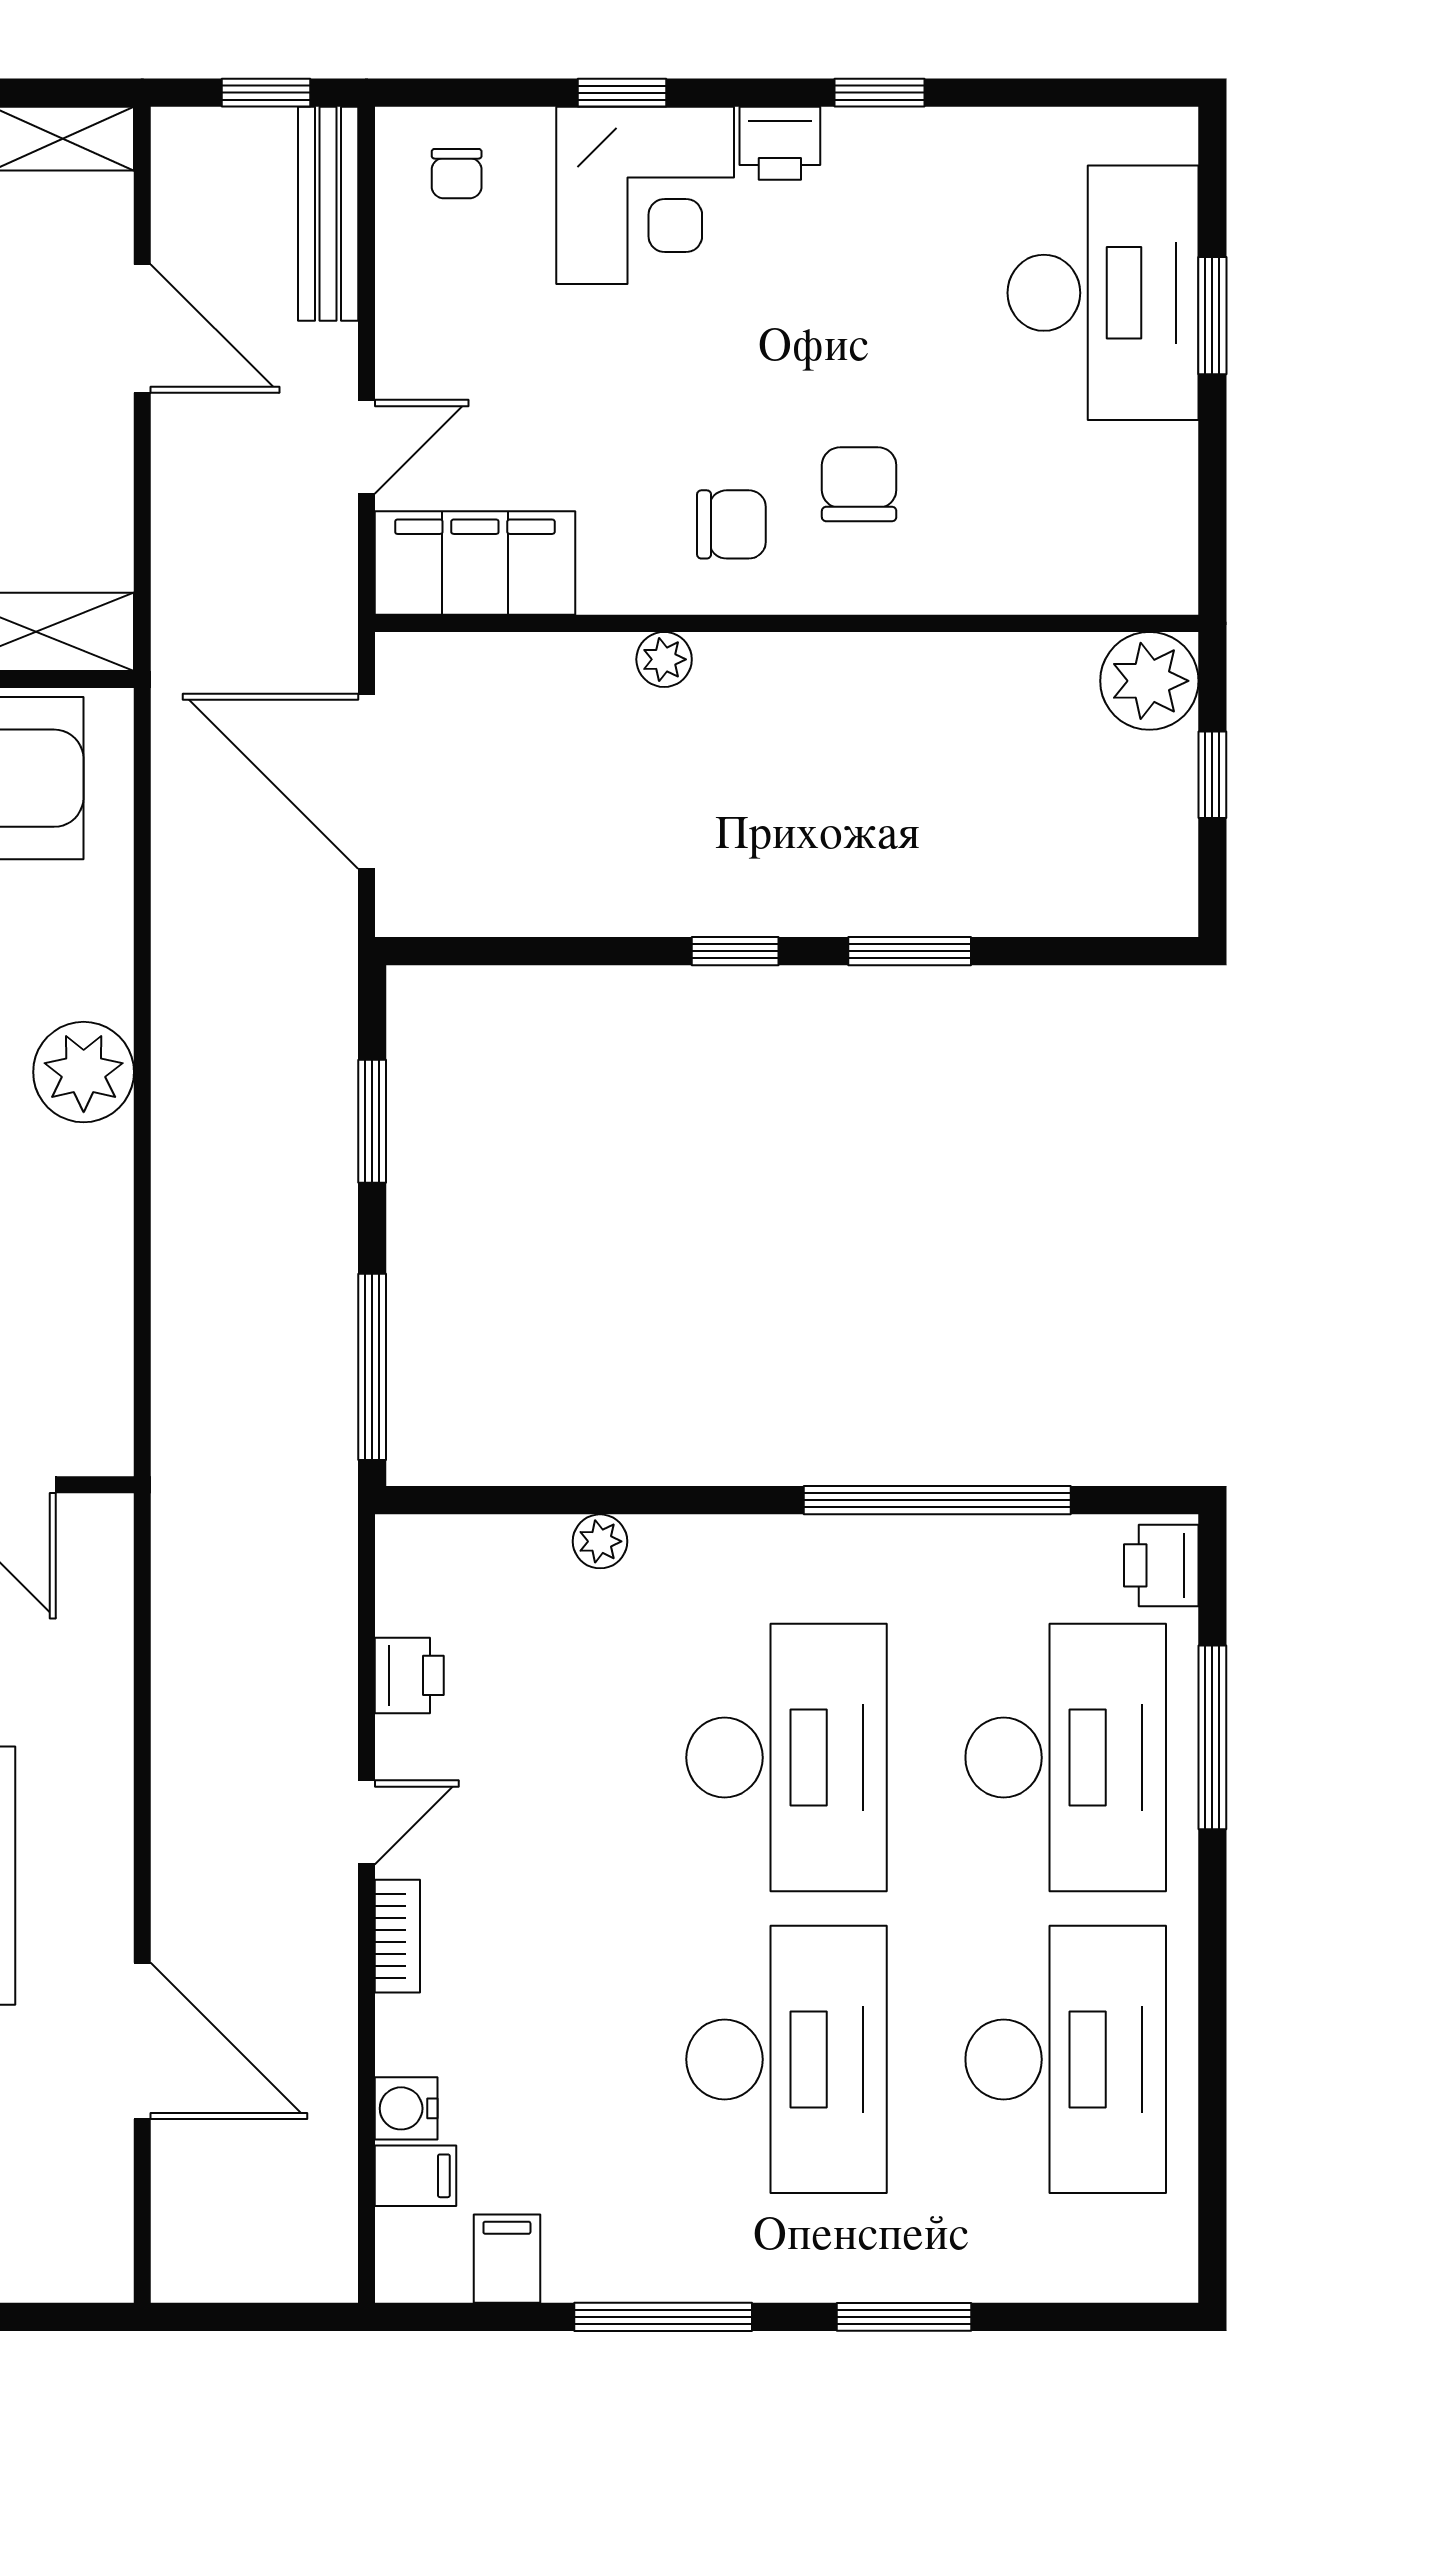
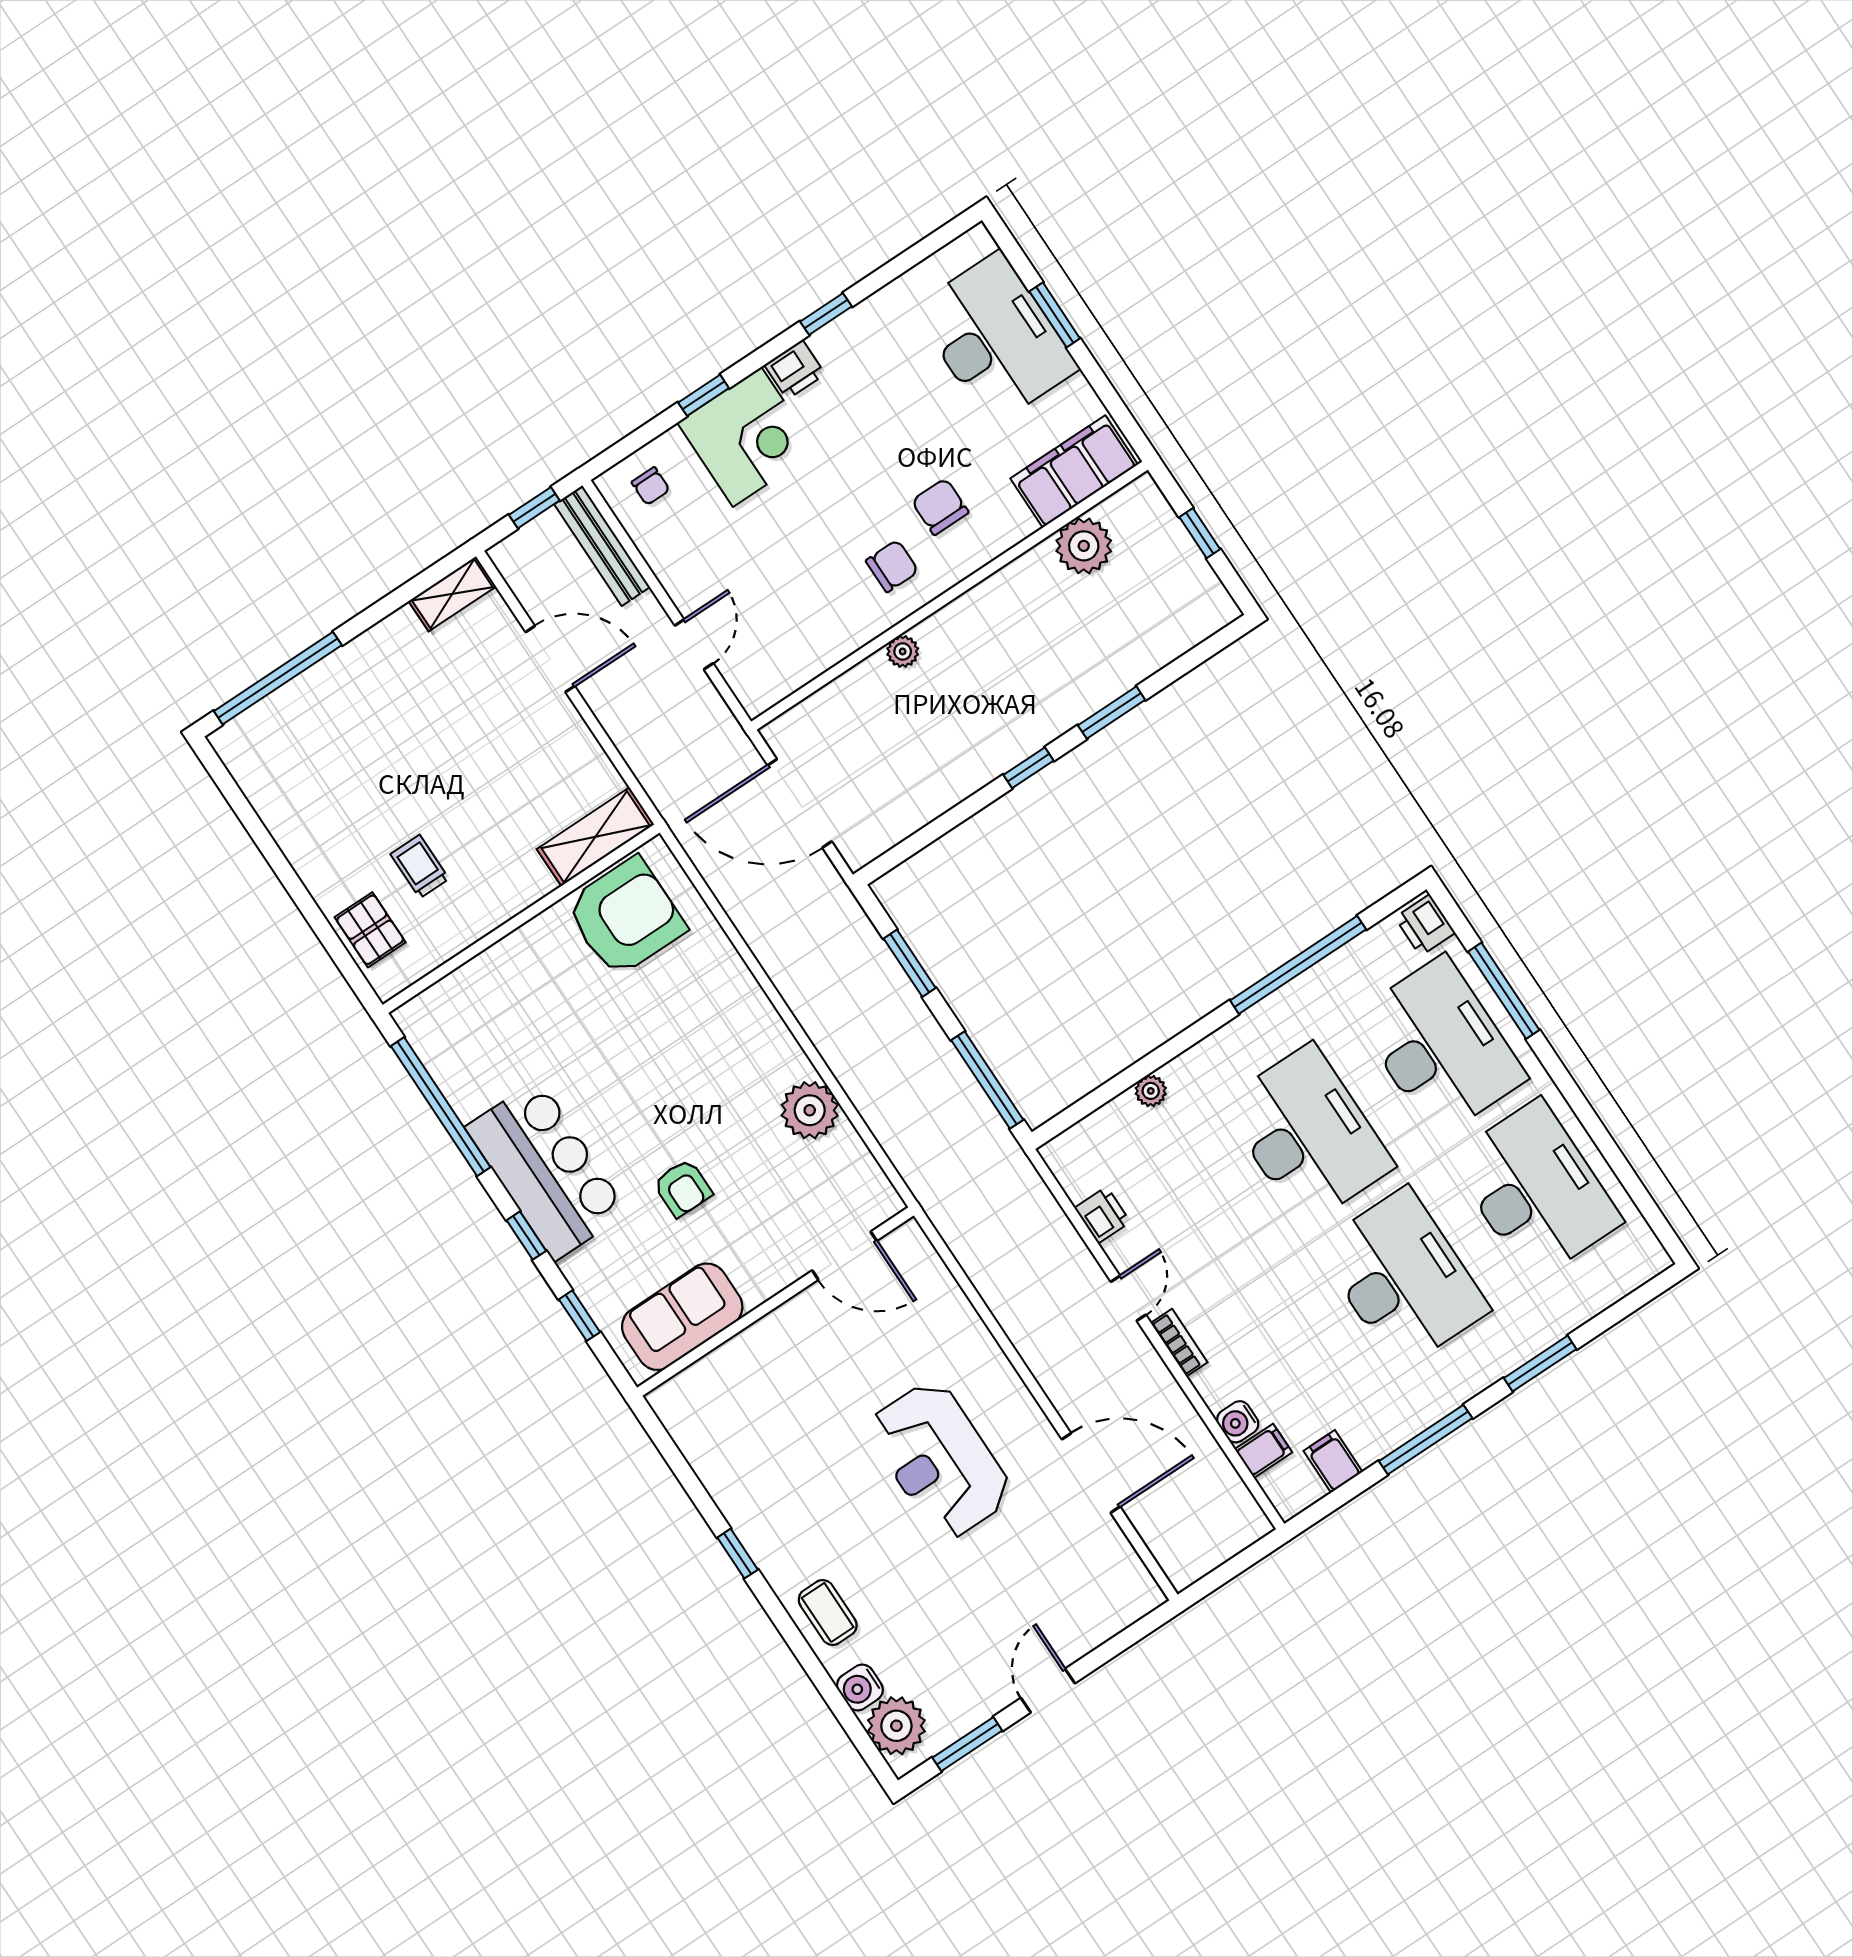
filing cabinet: (475, 563) -> (1074, 471), moved
plant: (1149, 681) -> (1084, 546), moved
plant: (84, 1072) -> (810, 1110), moved

